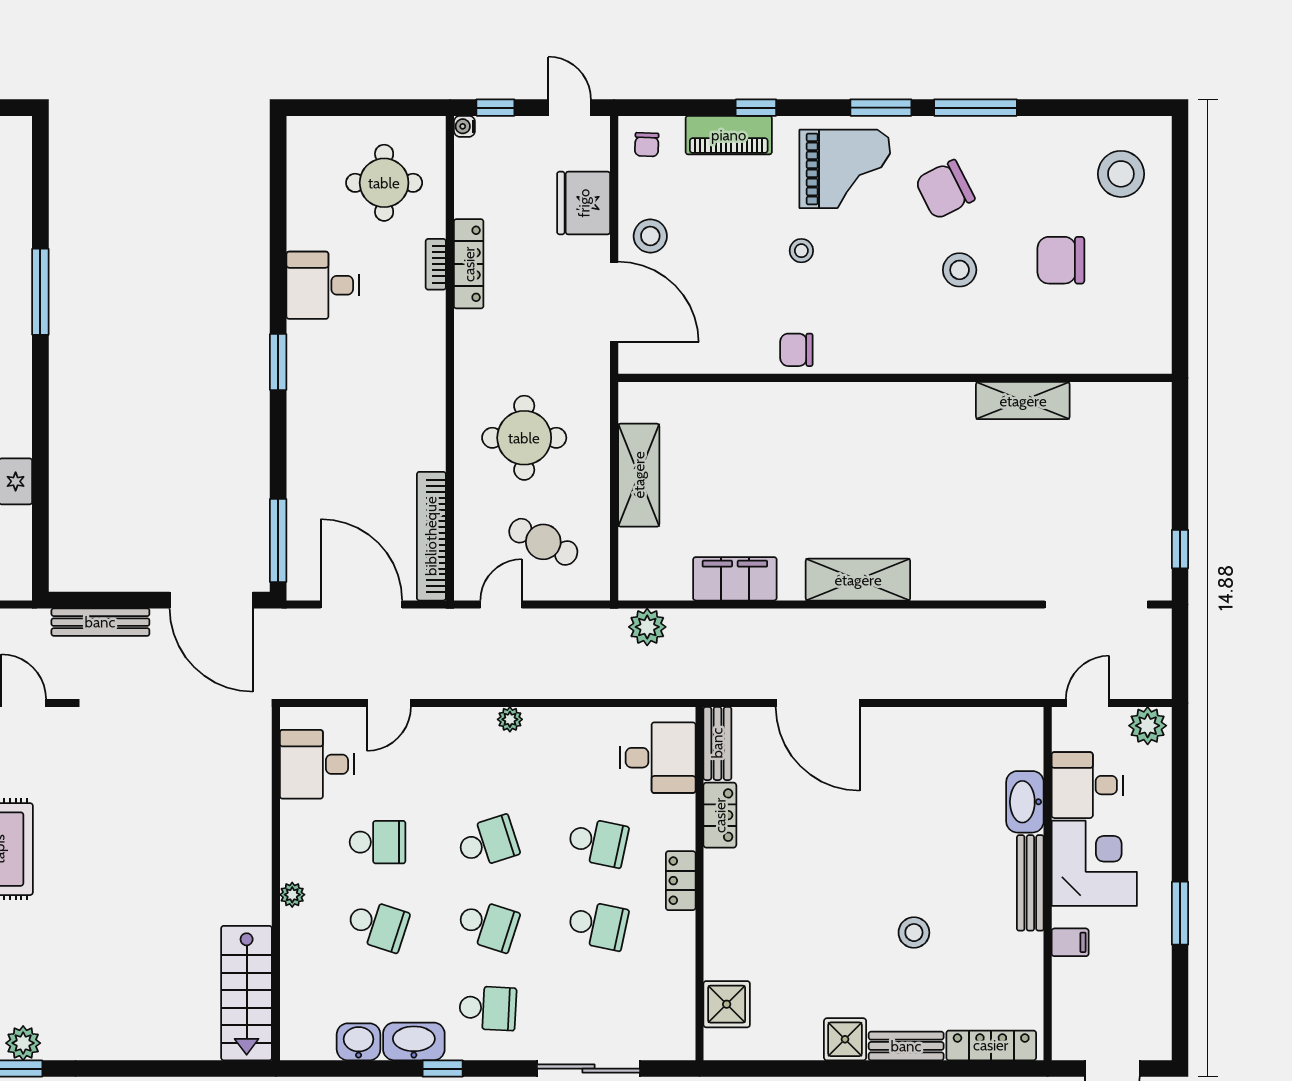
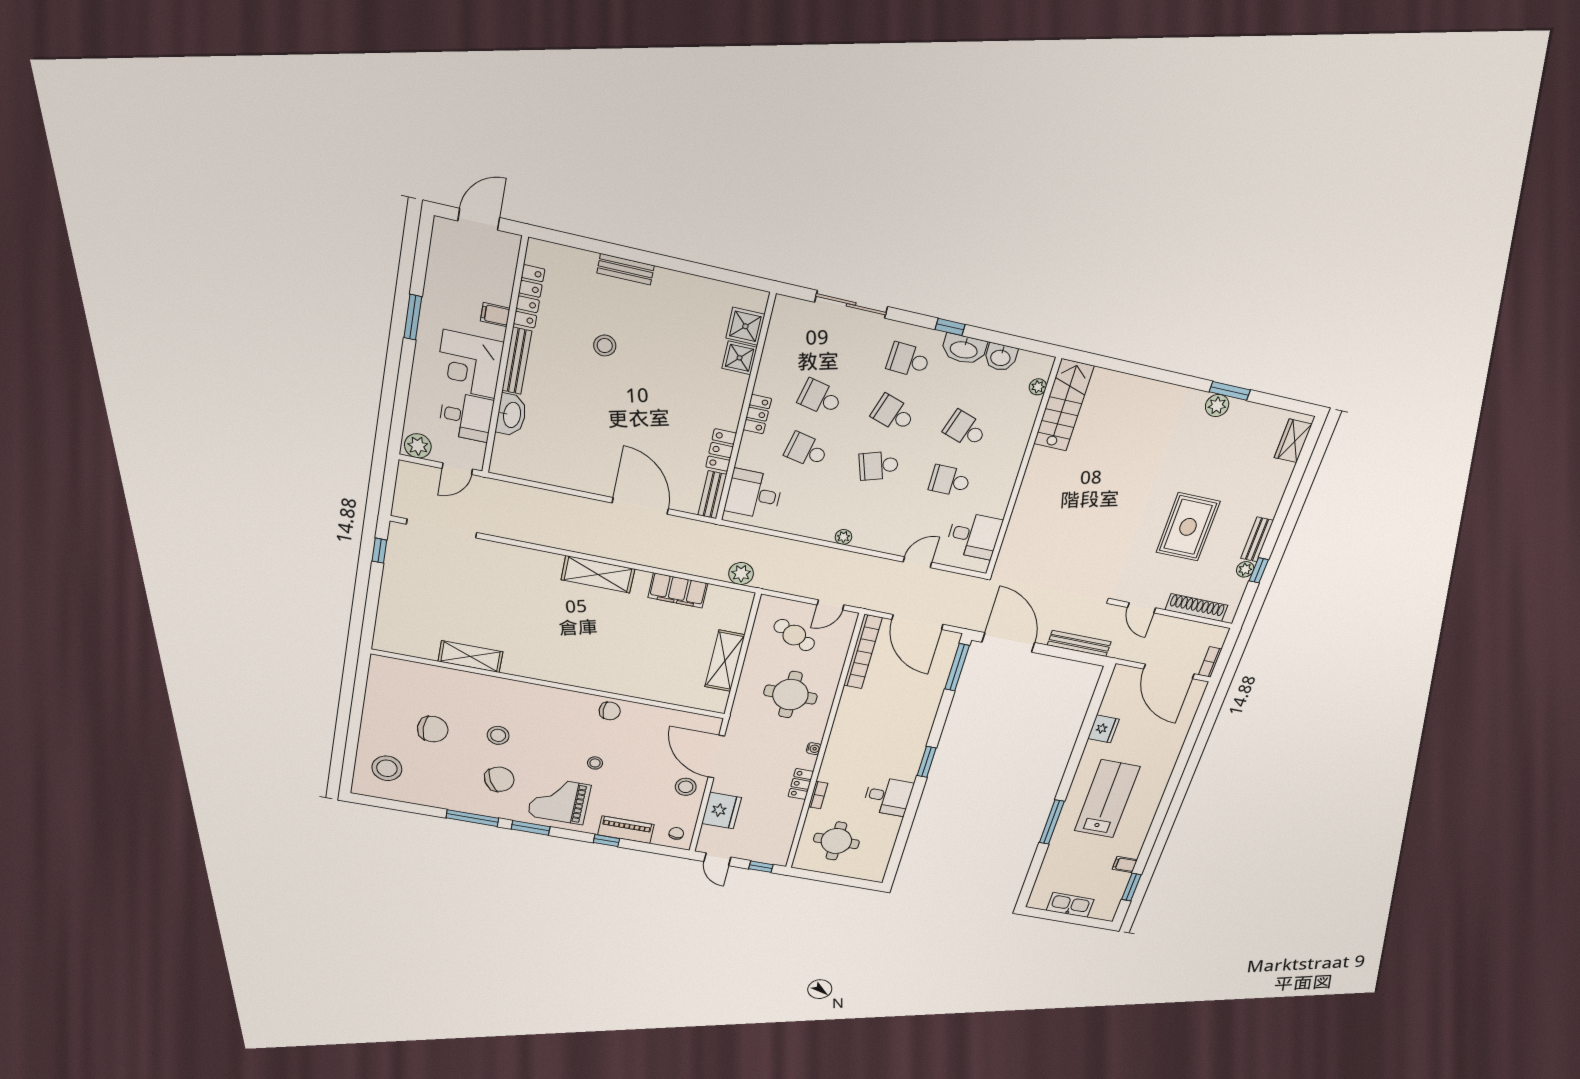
water cooler: (464, 126) -> (814, 749), moved
locker: (469, 264) -> (801, 784), width x0.66
plant: (292, 895) -> (1038, 387), moved
shower: (845, 1039) -> (740, 358), moved
locker: (991, 1045) -> (529, 297), moved, turned -90

